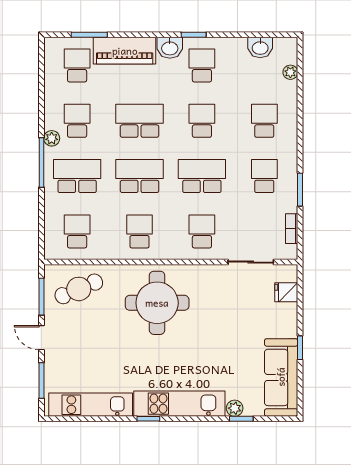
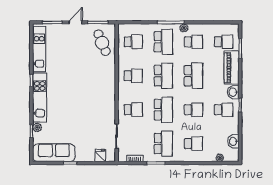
school desk: (264, 176) -> (163, 144), width x1.85
round table: (157, 303) -> (94, 85), removed

